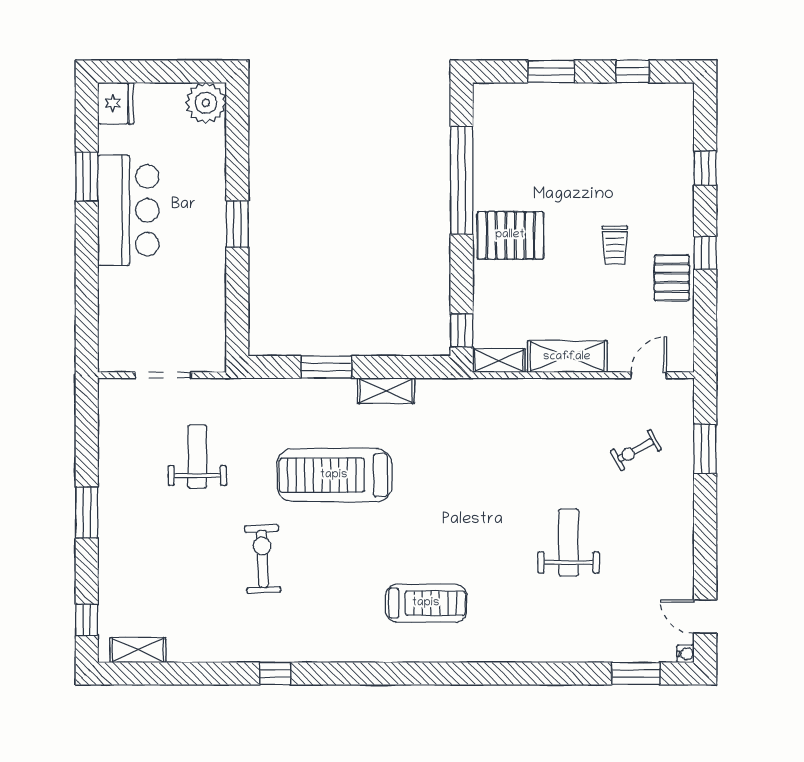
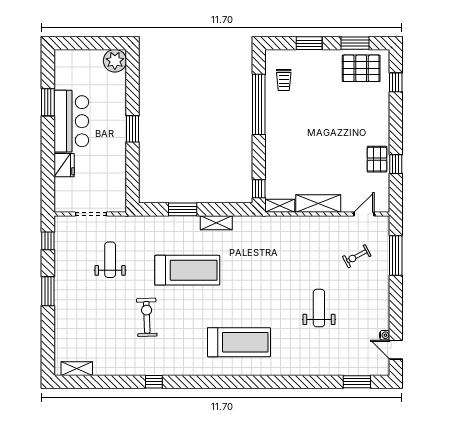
window: (633, 71) -> (355, 43), width x1.50
fridge: (116, 103) -> (64, 165), moved
window: (705, 168) -> (396, 82), moved
pallet: (510, 235) -> (361, 68), moved
trolley: (615, 245) -> (284, 80), moved
window: (705, 253) -> (396, 164), moved
window: (705, 449) -> (396, 255), width x1.44
treadmill: (334, 475) -> (187, 270), turned 180
treadmill: (426, 603) -> (239, 342), width x1.37, depth x1.38
window: (87, 620) -> (48, 241), moved
water cooler: (685, 654) -> (385, 335), moved

